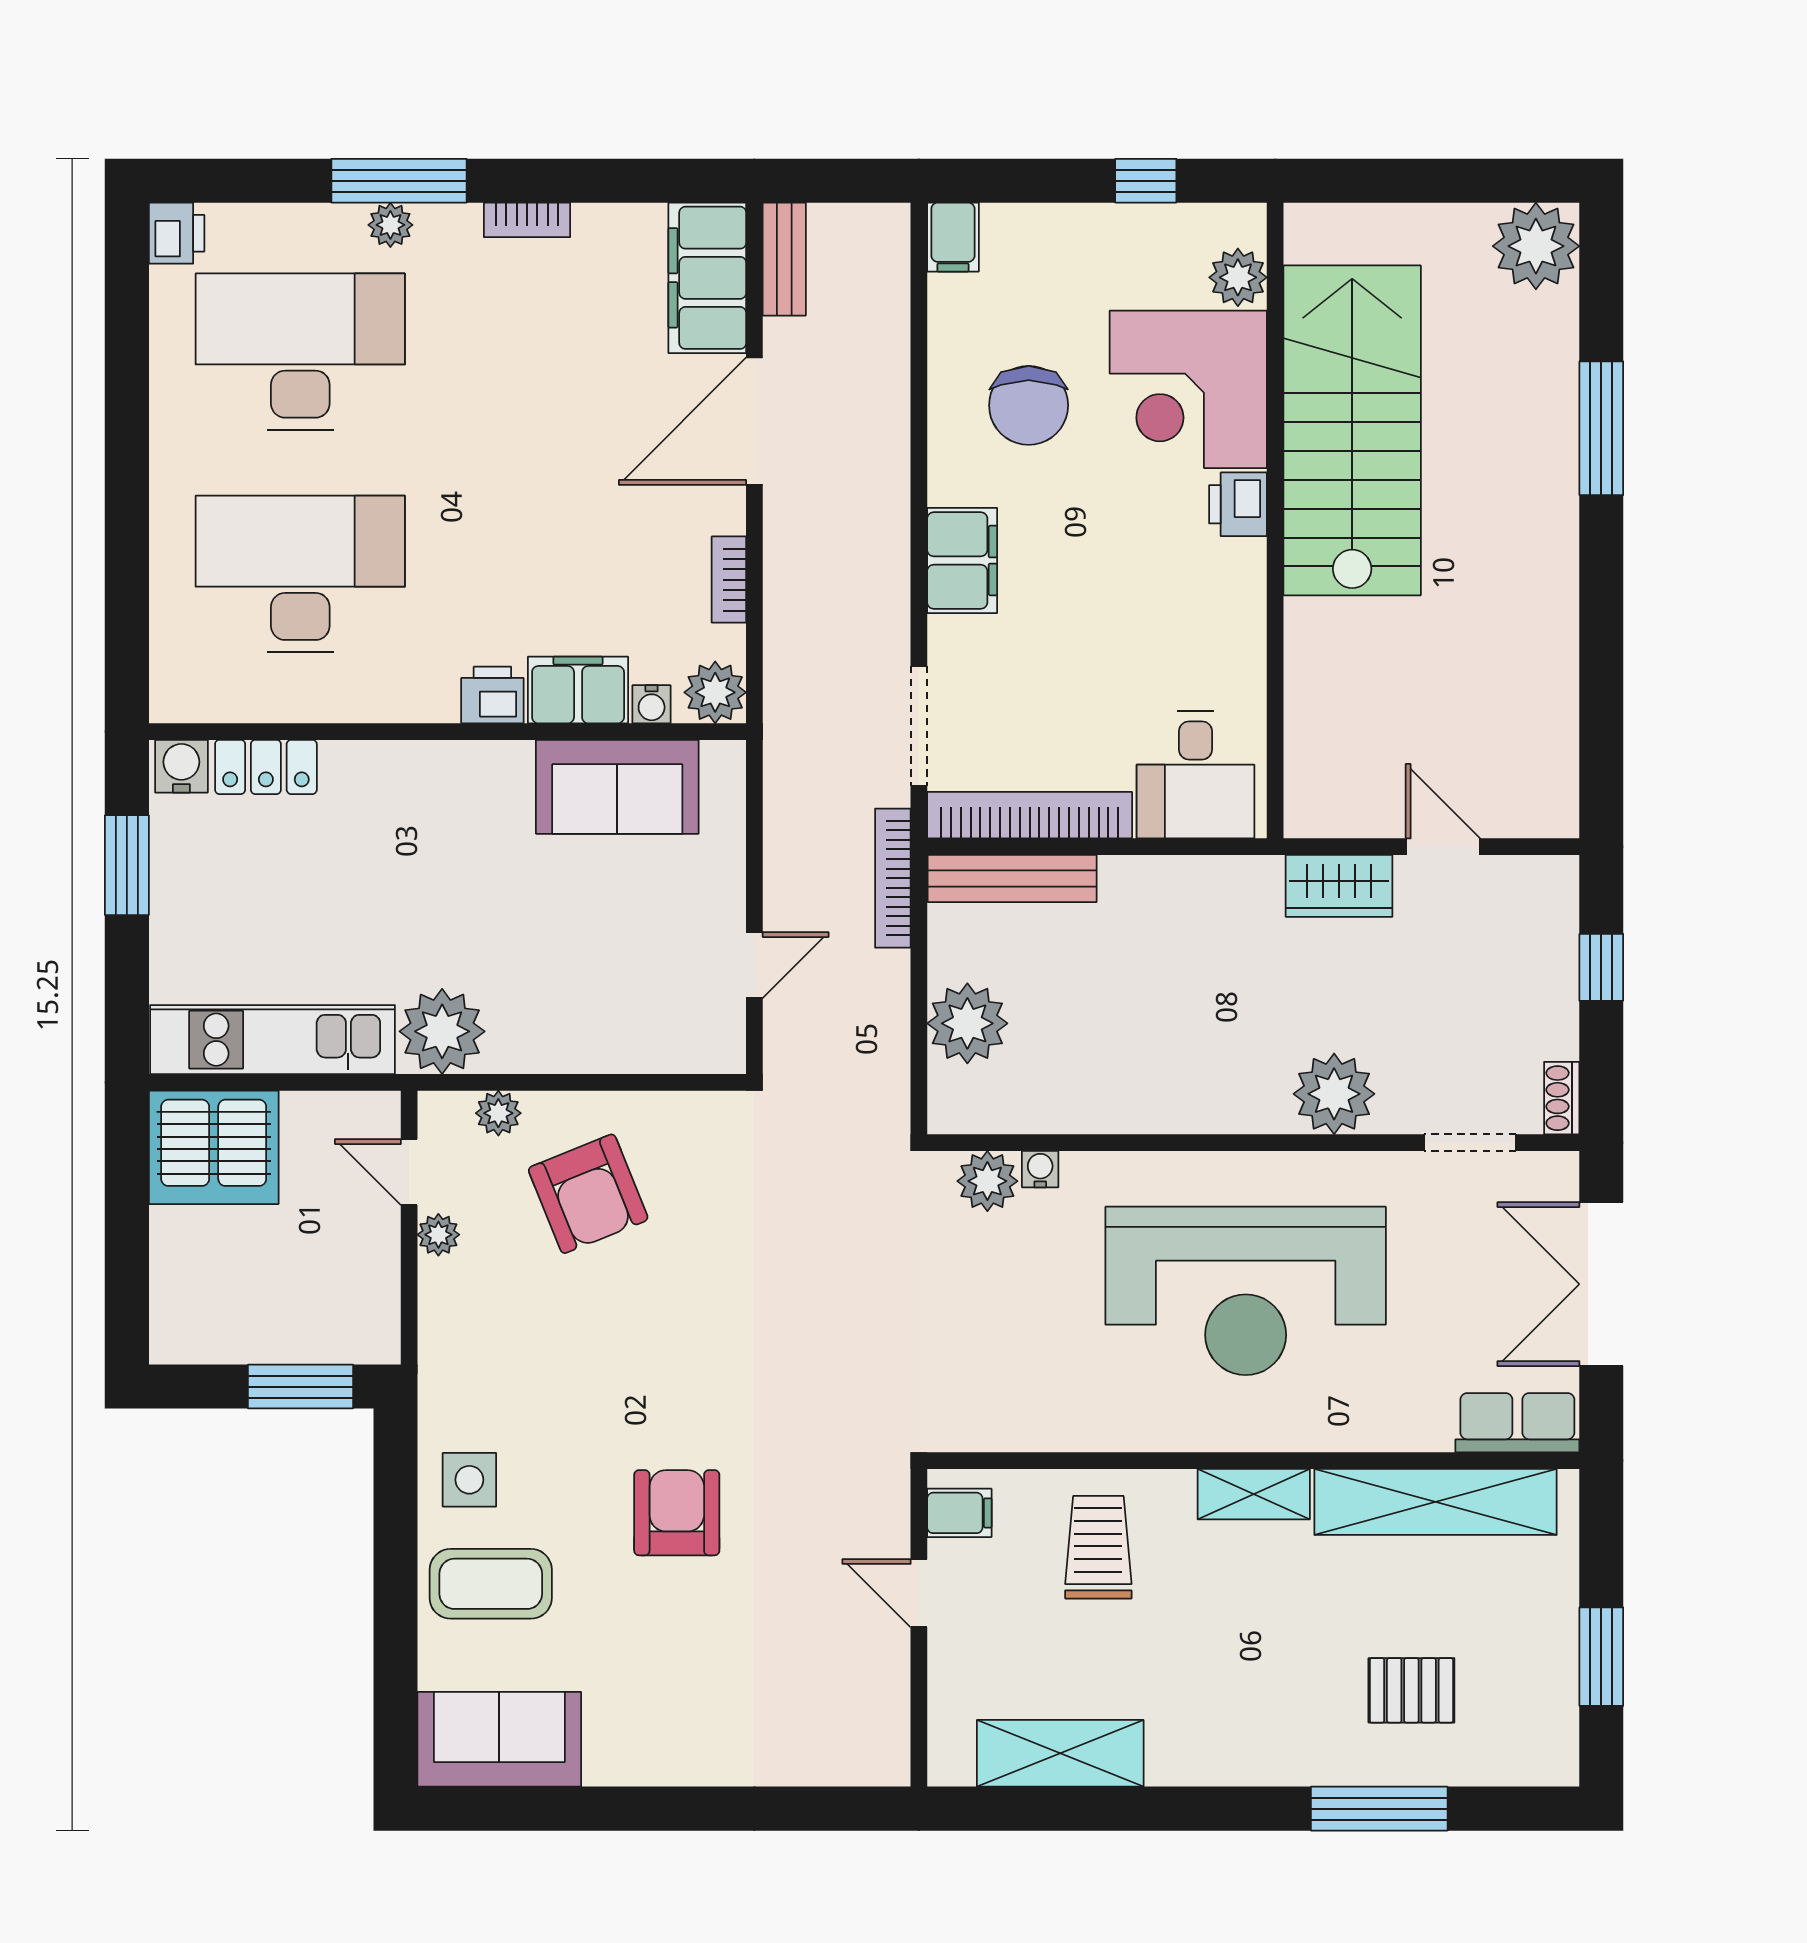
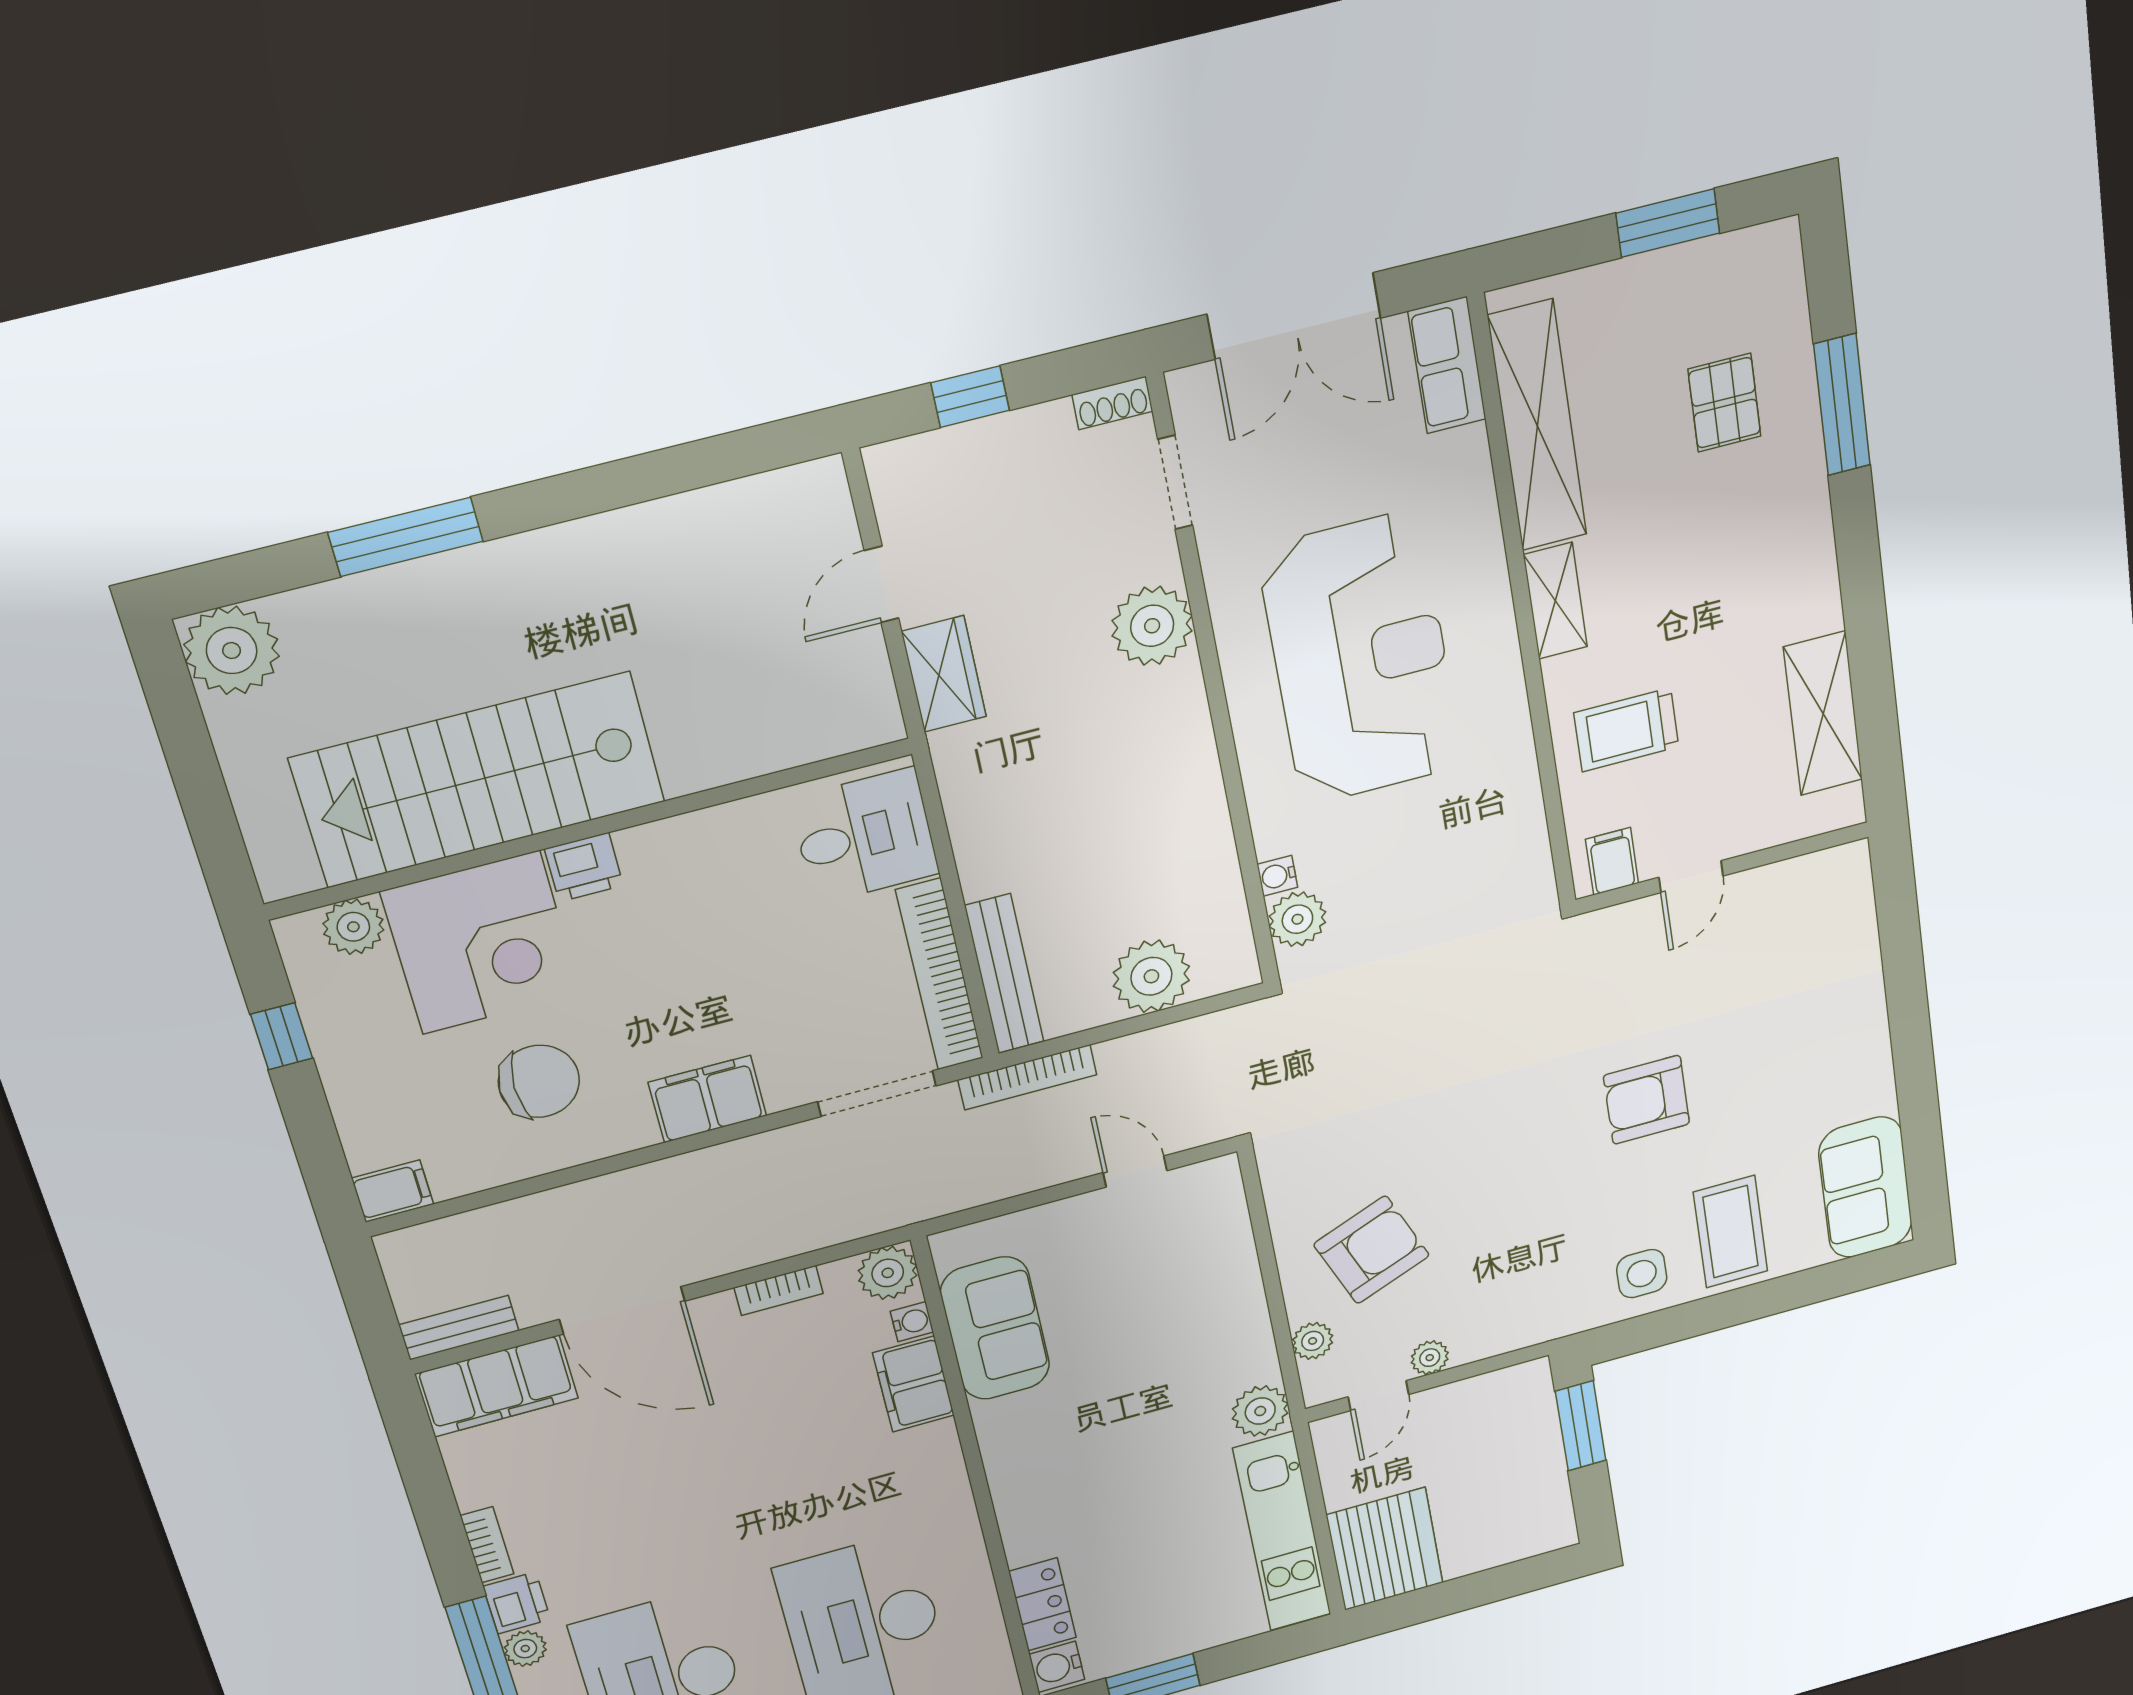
printer: (492, 695) -> (517, 1603), moved, turned 180
plant: (442, 1031) -> (1260, 1411), width x0.73, depth x0.73

